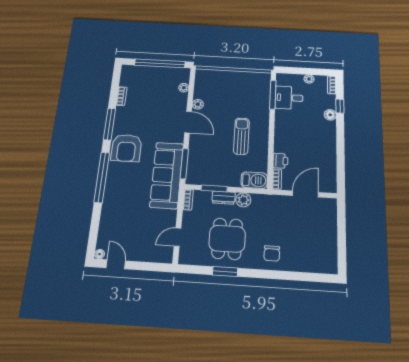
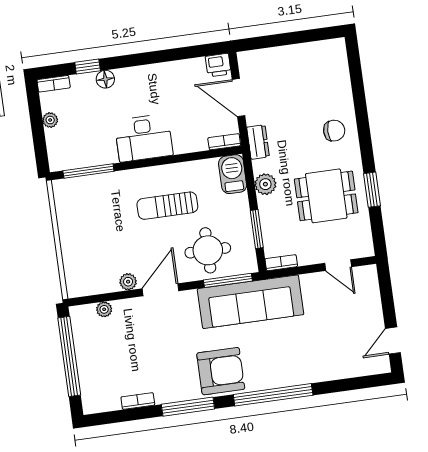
desk: (289, 98) -> (144, 138), moved, width x1.37
round table: (207, 155) -> (208, 250), added
printer: (280, 161) -> (218, 65), moved, turned 180
dresser: (224, 198) -> (258, 142), moved
floor lamp: (100, 254) -> (384, 367), removed

